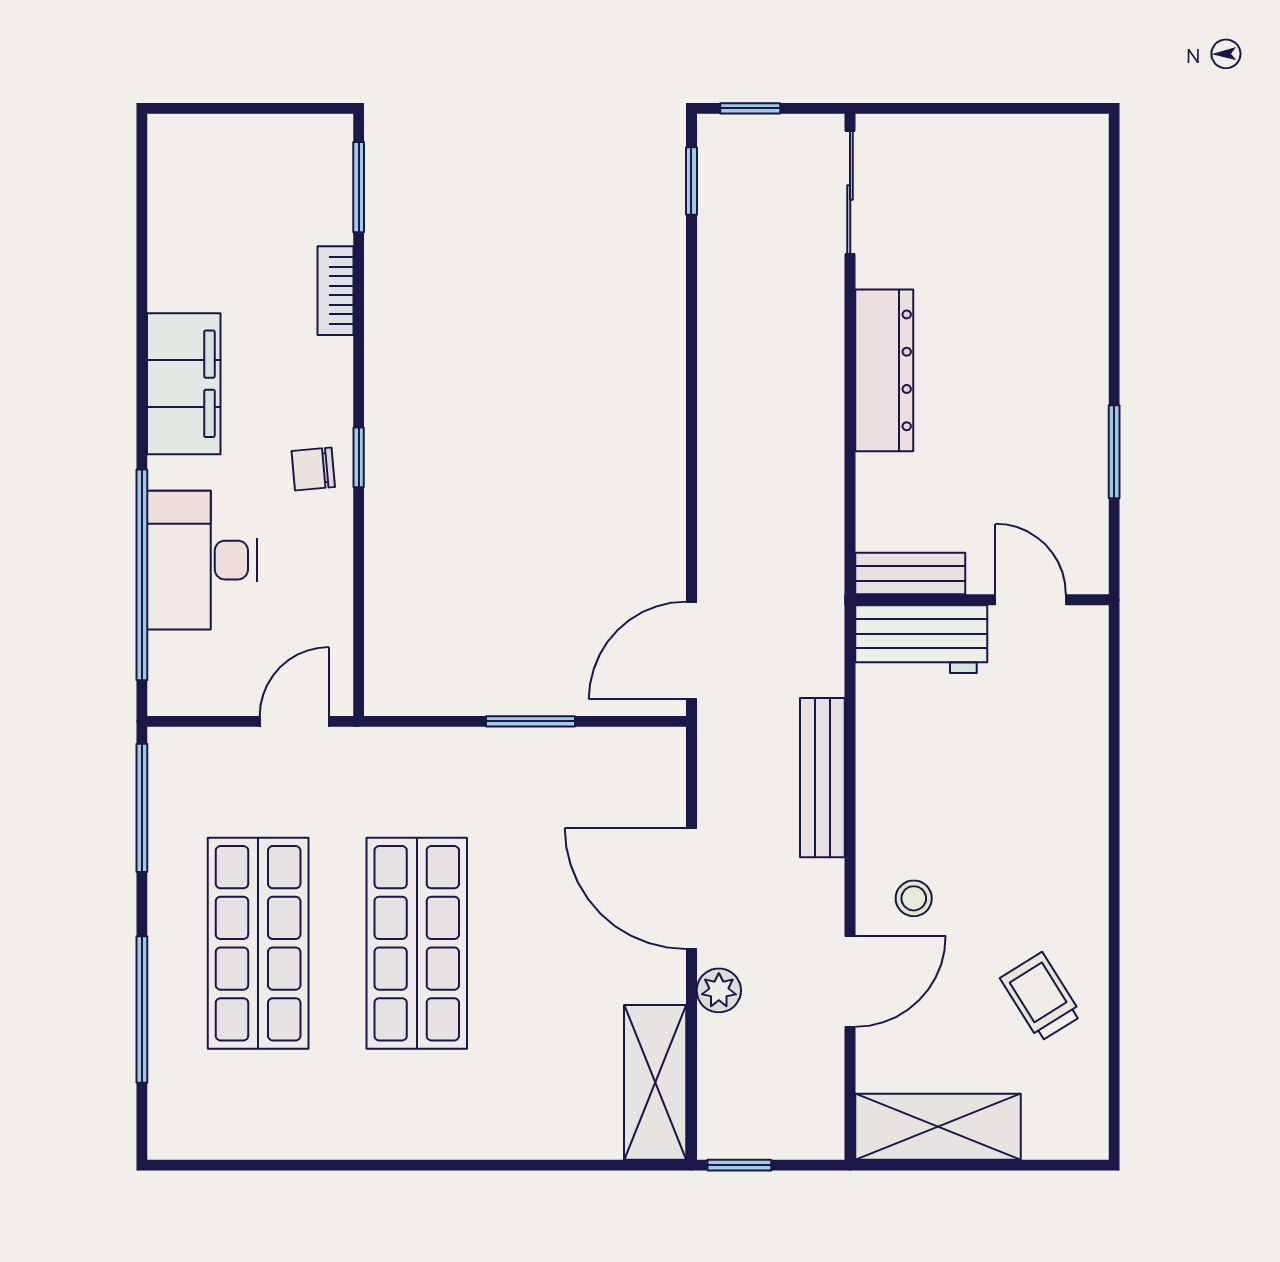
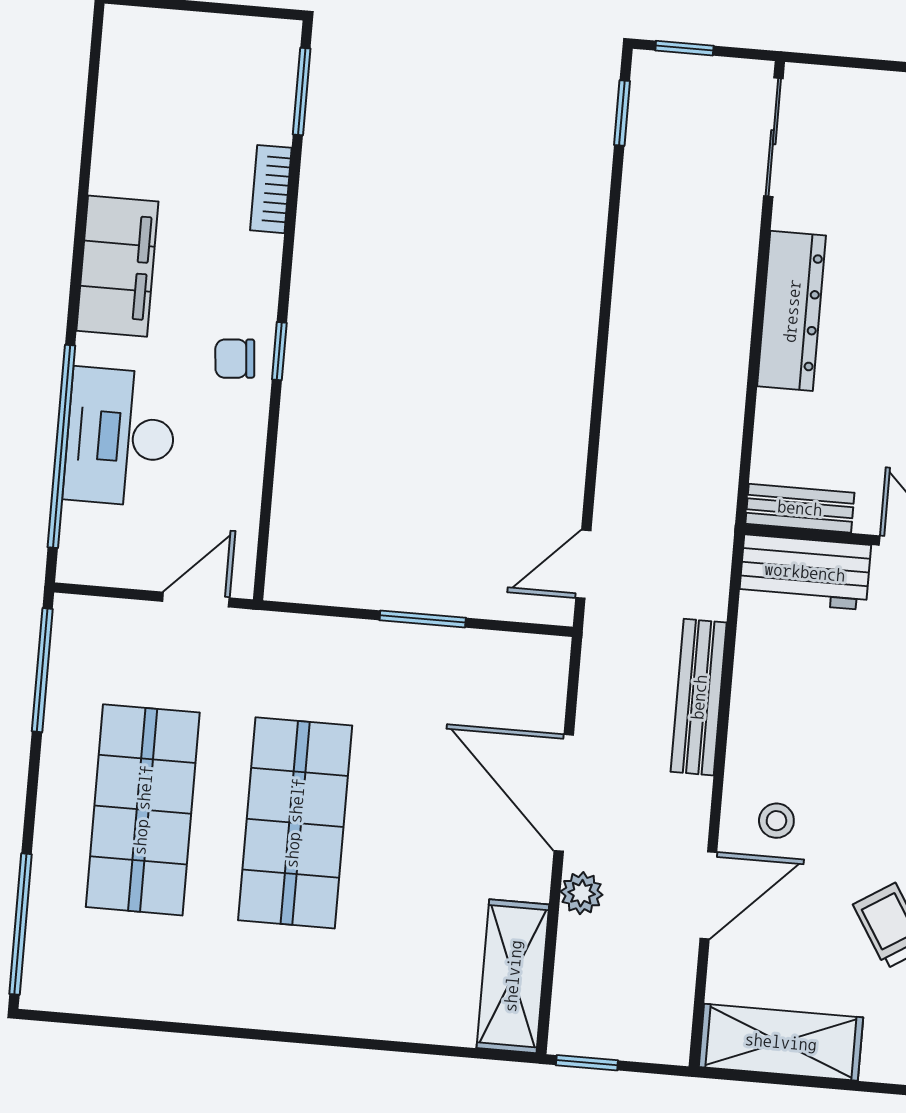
door: (691, 651) -> (583, 564), width x0.73
window: (142, 1009) -> (21, 924), moved

